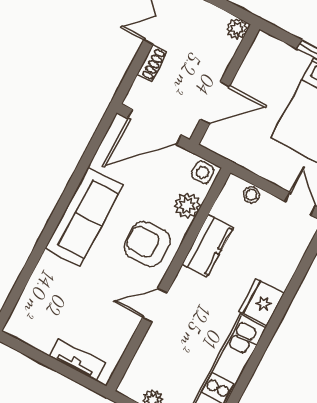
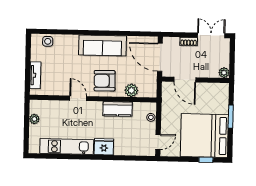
side table: (203, 172) -> (48, 41), moved
armchair: (147, 244) -> (105, 81), turned -91

